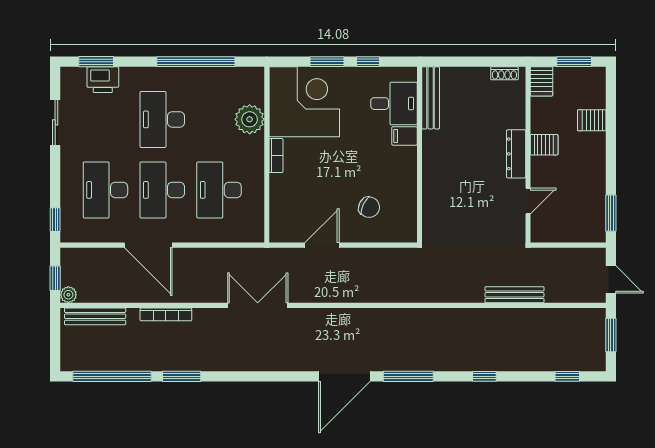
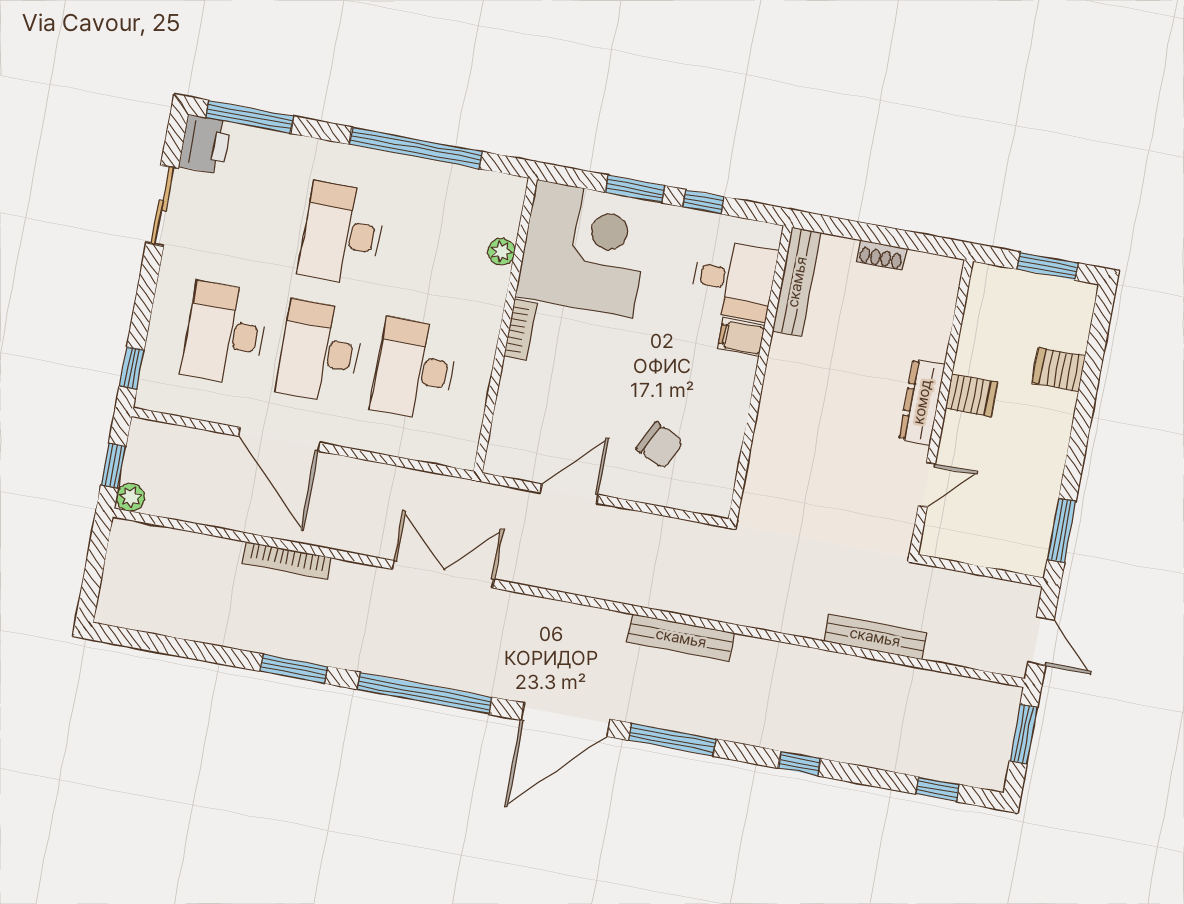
window: (96, 62) -> (250, 117), width x1.44
shoe rack: (504, 73) -> (881, 255), moved
printer: (103, 80) -> (205, 144), moved, turned -90
server rack: (541, 81) -> (987, 289), removed
plant: (250, 119) -> (501, 252), width x0.53, depth x0.53
bench: (95, 316) -> (681, 638), moved
window: (112, 376) -> (425, 693), moved

